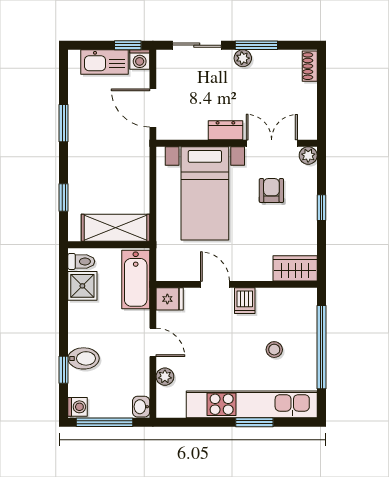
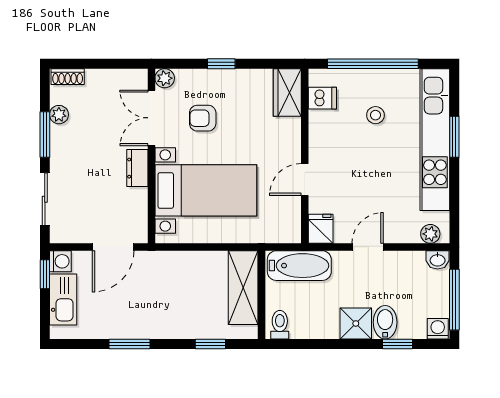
plant: (243, 58) -> (59, 115), moved
shower: (82, 286) -> (356, 323), moved
dishwasher: (245, 301) -> (322, 98), moved
plant: (165, 377) -> (430, 234), moved

